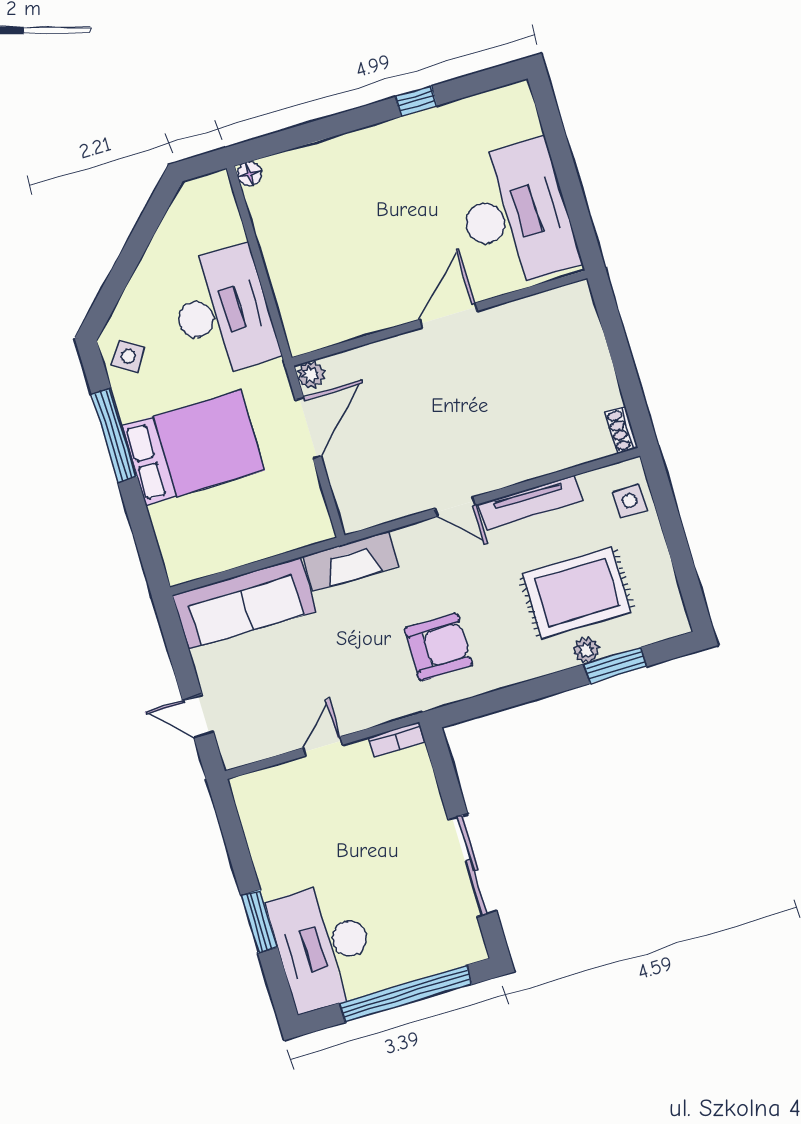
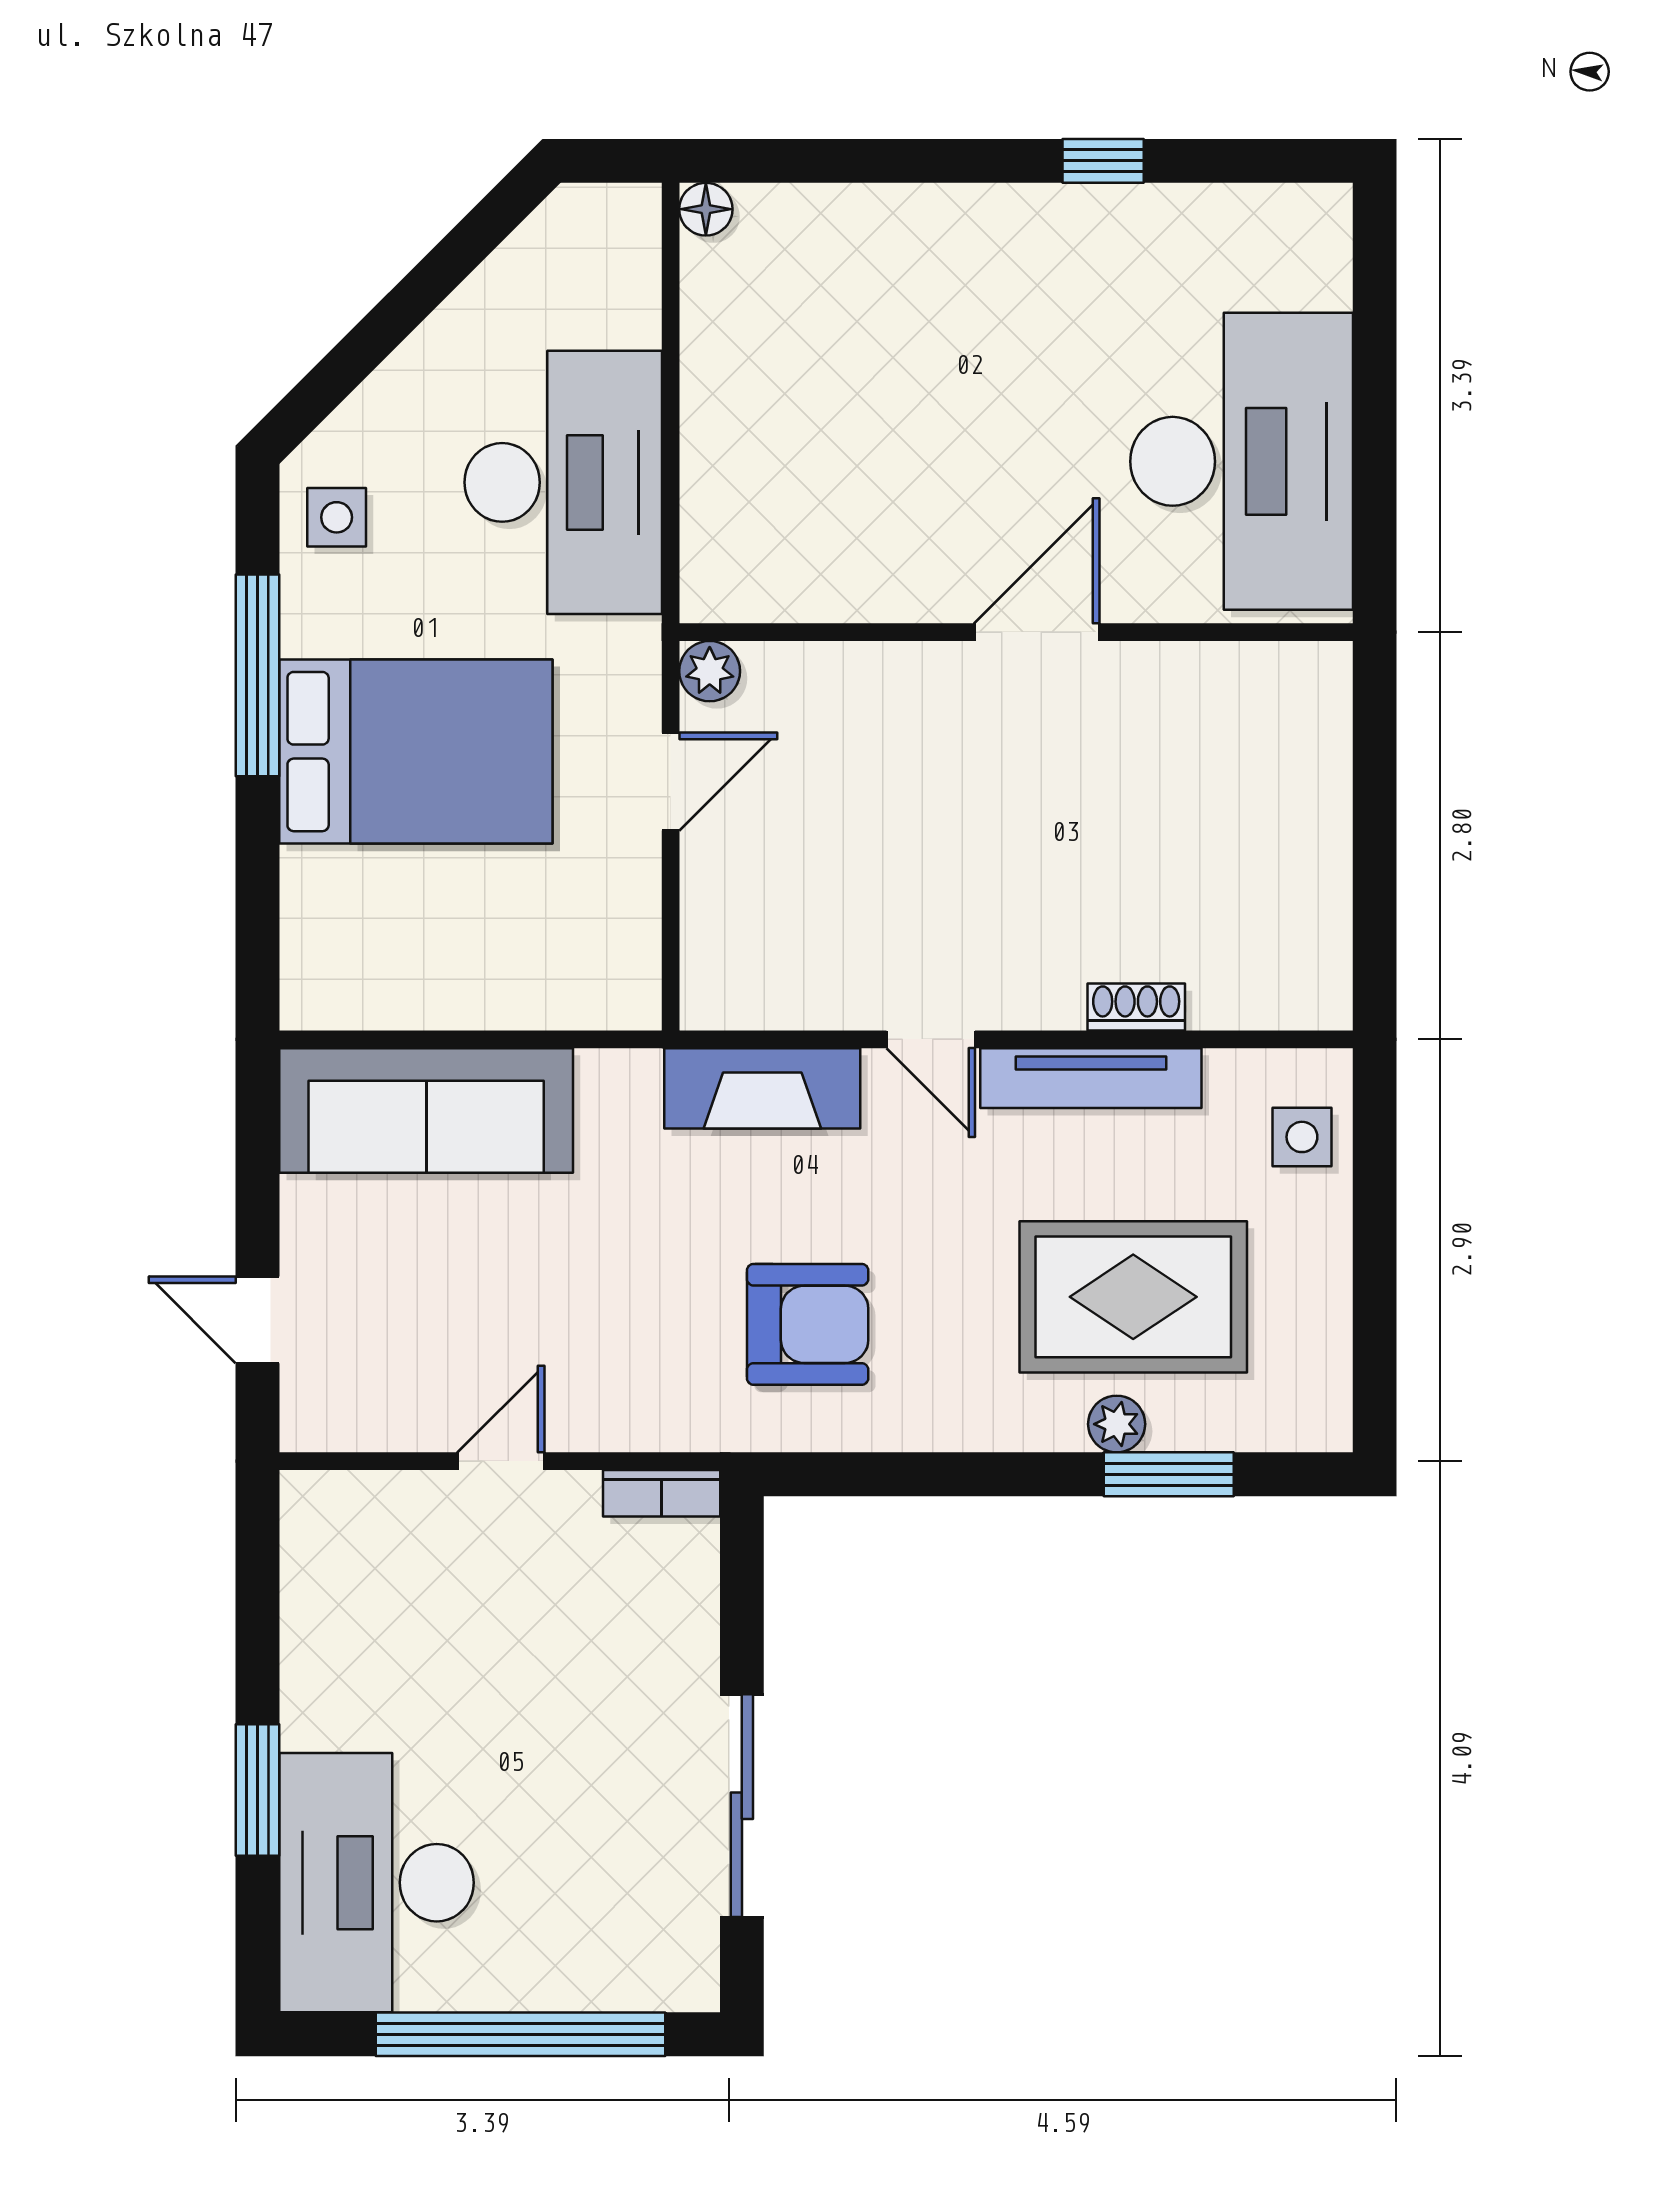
side table: (128, 356) -> (337, 517), turned -33
door: (308, 428) -> (671, 782), width x0.73
shoe rack: (621, 430) -> (1136, 1007), moved, turned 90
fireplace: (351, 561) -> (762, 1088), moved

